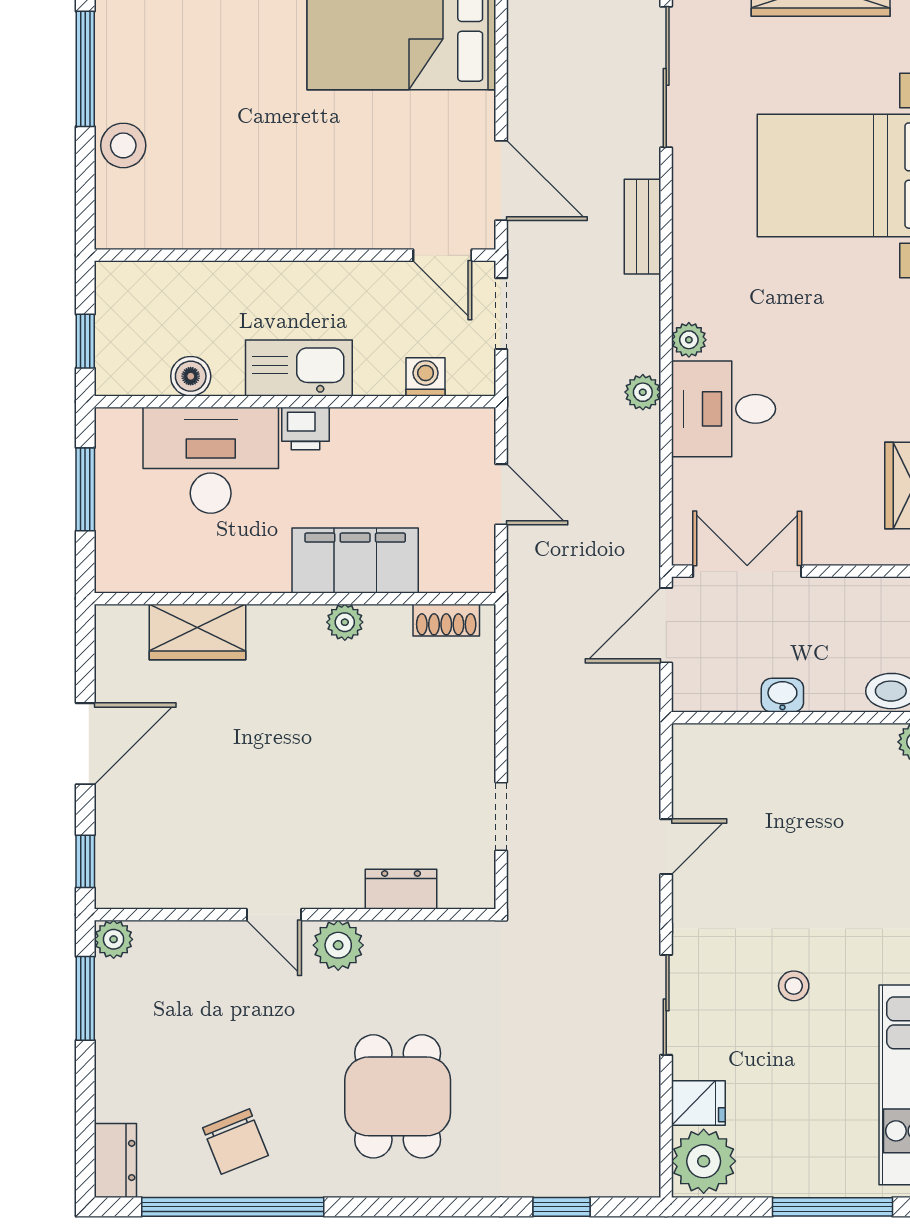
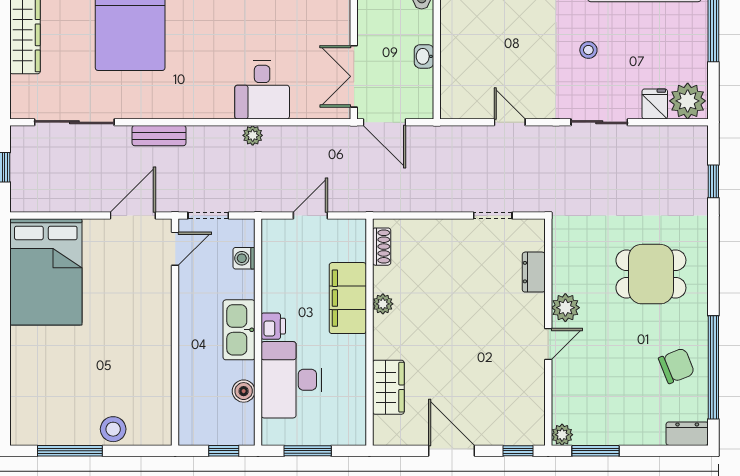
plant: (689, 340) -> (223, 109), removed

